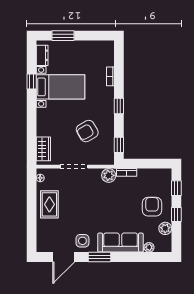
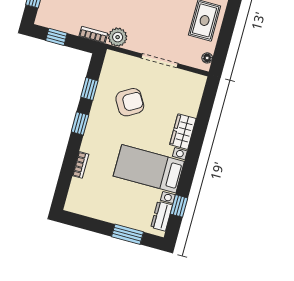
window: (32, 82) -> (179, 206), moved
window: (119, 145) -> (89, 89), moved
wardrobe: (43, 149) -> (183, 132), moved
window: (153, 164) -> (56, 37), added

